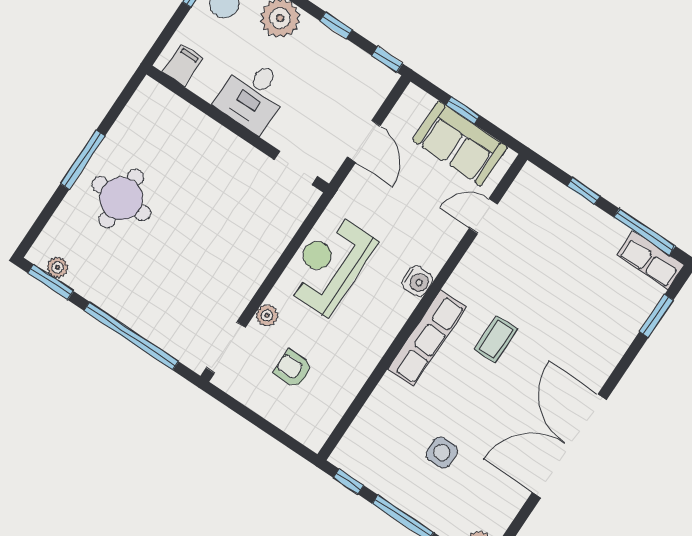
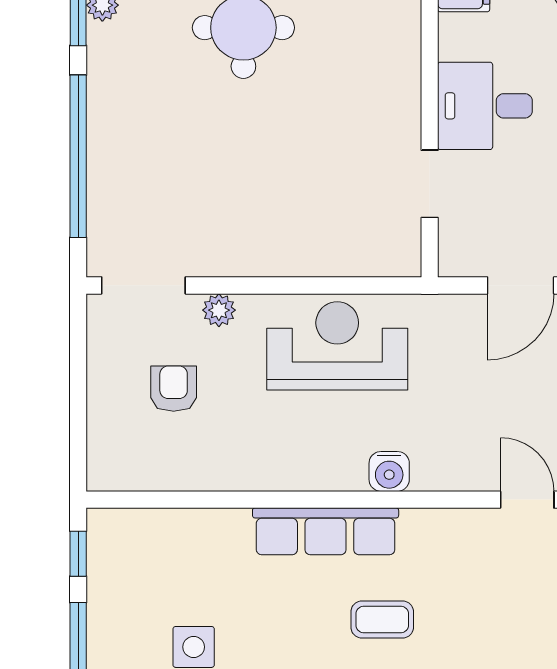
doorway: (296, 168) -> (430, 184), moved

